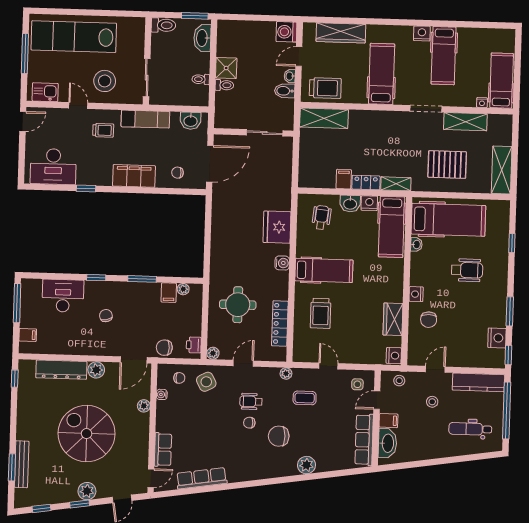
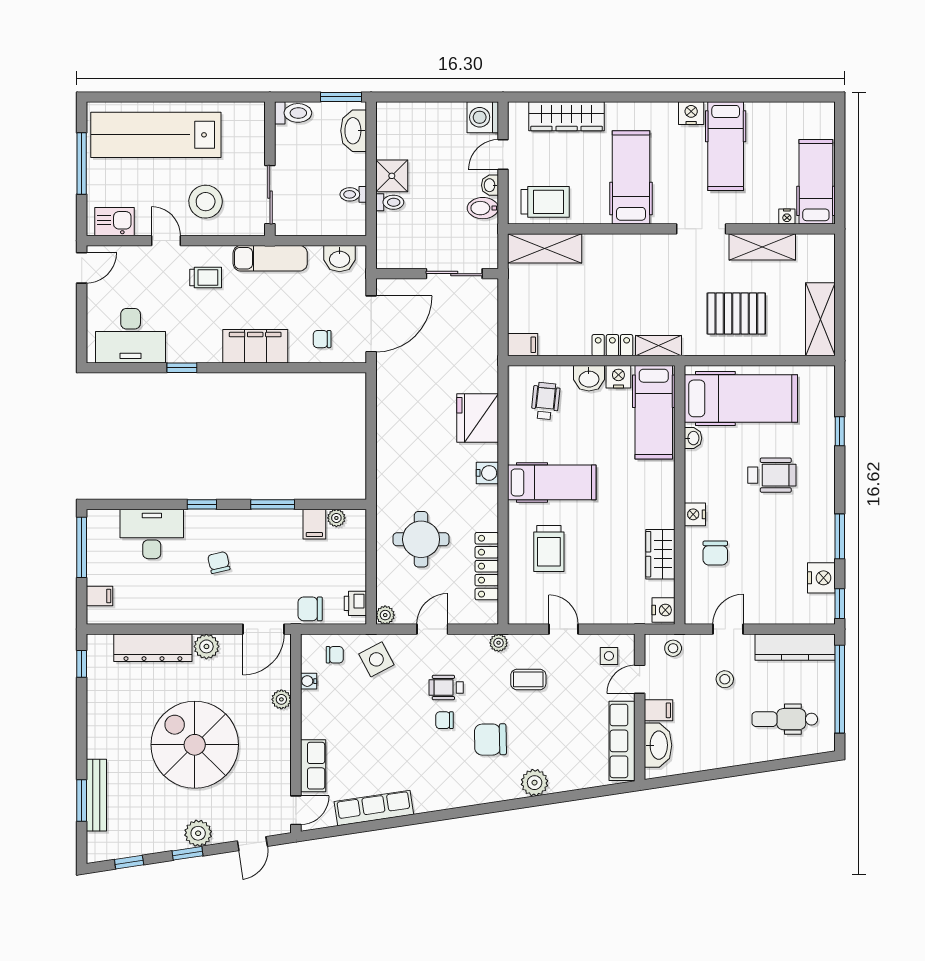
filing cabinet: (344, 179) -> (523, 345), moved, turned 90

